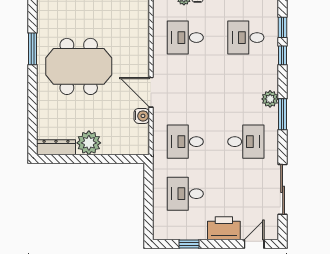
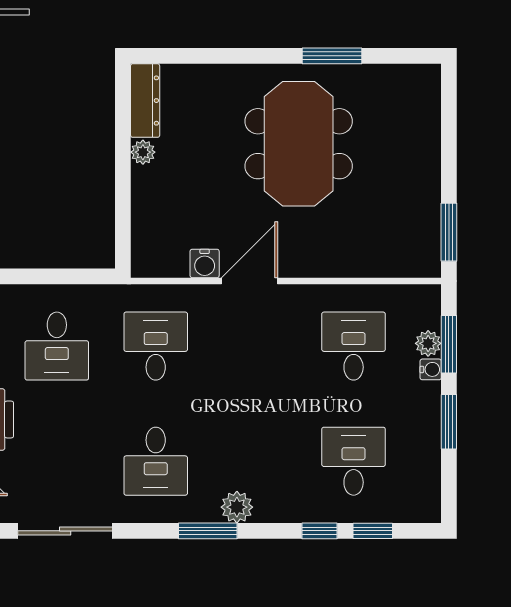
plant: (89, 143) -> (143, 152), width x0.53, depth x0.53
desk: (185, 194) -> (57, 346), turned 180

